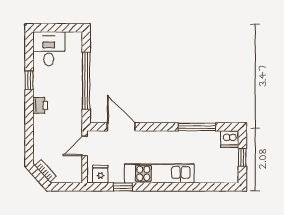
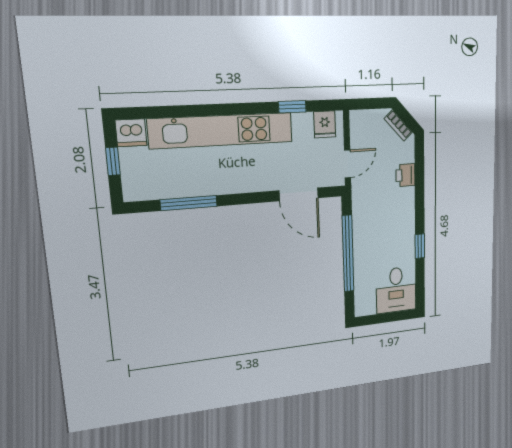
printer: (40, 105) -> (405, 175), moved
dishwasher: (230, 139) -> (131, 133), moved, turned 180
kitchen unit: (159, 173) -> (222, 131), width x1.36

